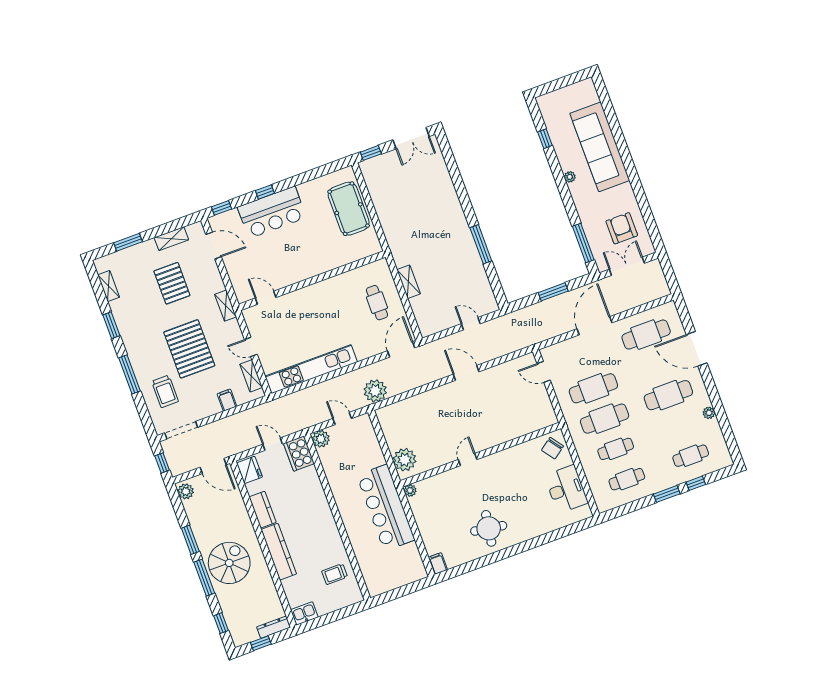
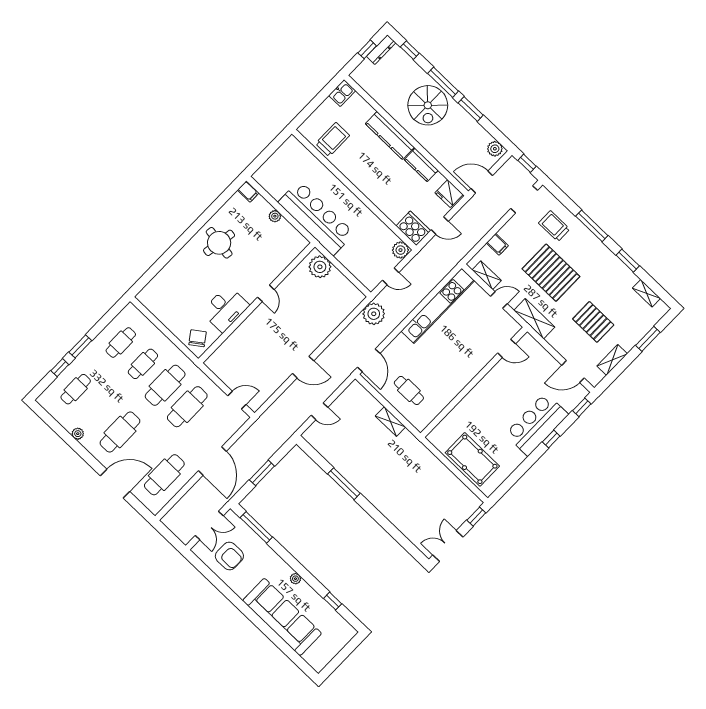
shelving: (226, 306) -> (534, 319), width x1.50, depth x1.33
desk: (566, 489) -> (225, 309), moved, turned -90
plant: (410, 490) -> (275, 216), moved
trolley: (335, 574) -> (333, 140), width x1.36, depth x1.39
dresser: (274, 627) -> (381, 50), moved

